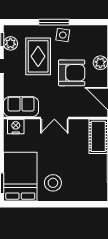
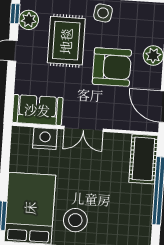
nightstand: (16, 127) -> (45, 138), moved

